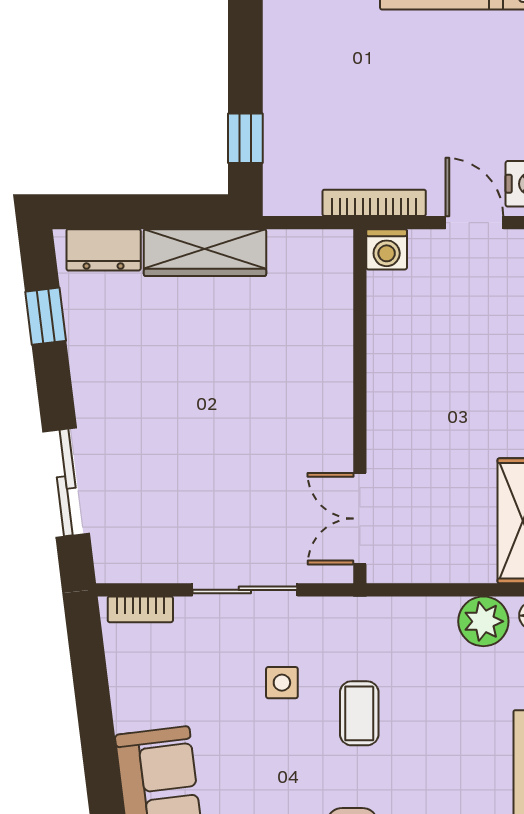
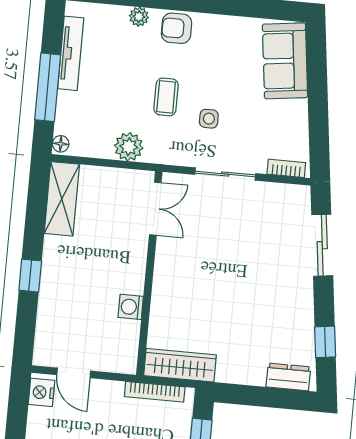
bookcase: (374, 203) -> (155, 392), moved
washing machine: (387, 249) -> (131, 307), moved, turned -90
wardrobe: (205, 253) -> (180, 365), moved
plant: (483, 621) -> (129, 147), moved

